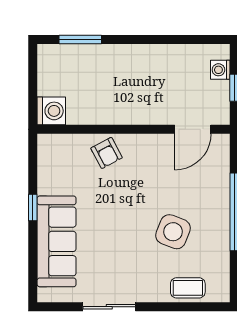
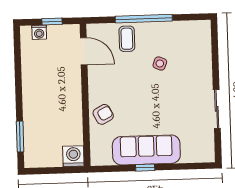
side table: (173, 232) -> (160, 63), width x0.54, depth x0.54
sofa: (57, 241) -> (146, 150), moved
coffee table: (188, 288) -> (127, 39), moved

